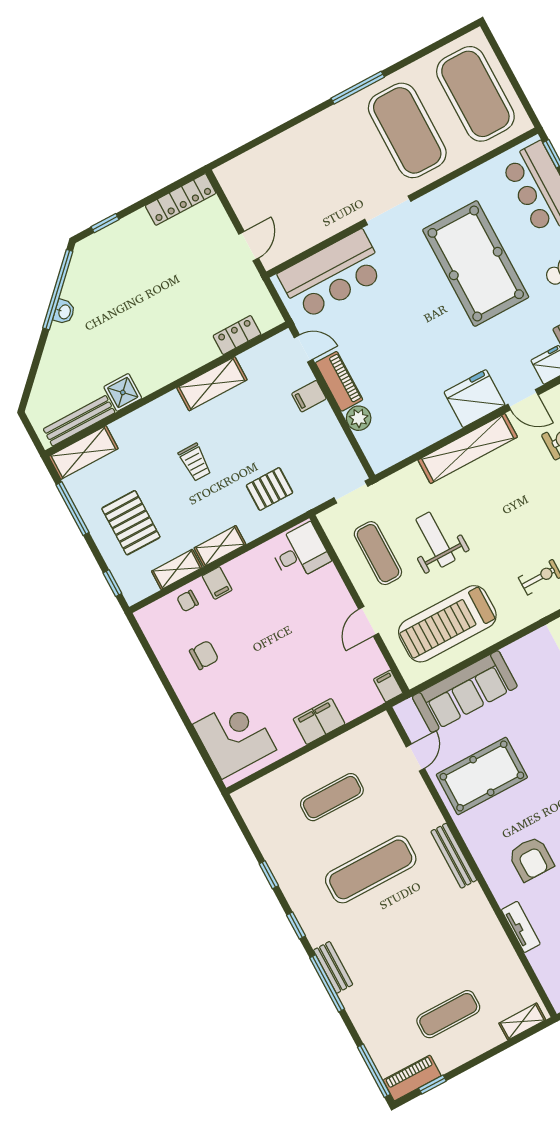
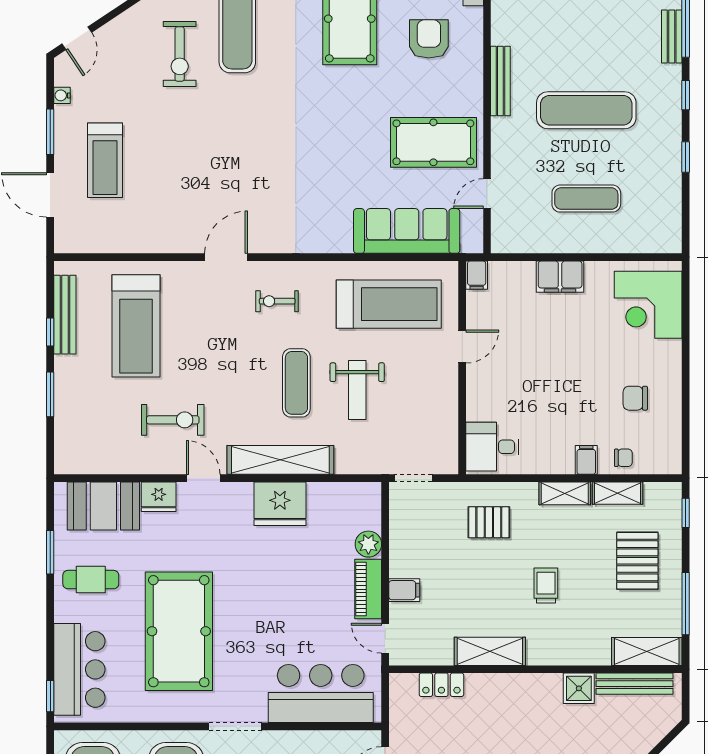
fridge: (475, 399) -> (280, 504), moved
exercise mat: (378, 553) -> (296, 383), moved

